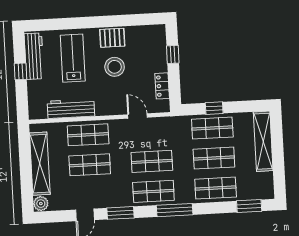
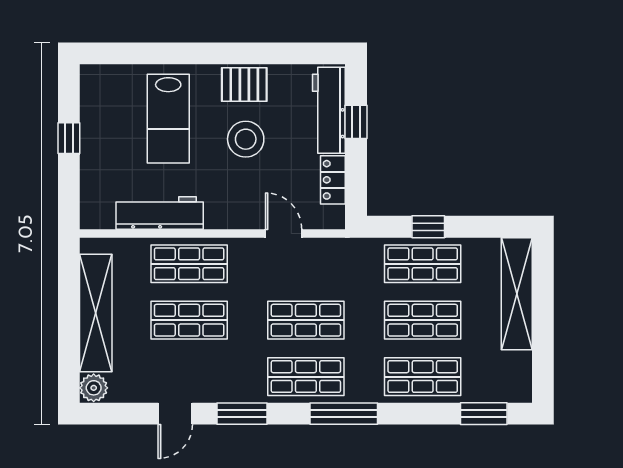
workbench: (34, 56) -> (329, 110), moved, turned 180
lab bench: (73, 58) -> (168, 119), turned 180

